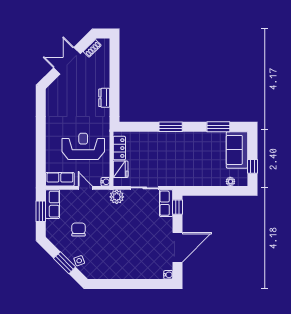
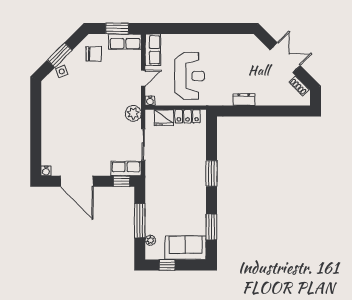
window: (213, 191) -> (140, 221), added
chair: (79, 230) -> (94, 54), moved

